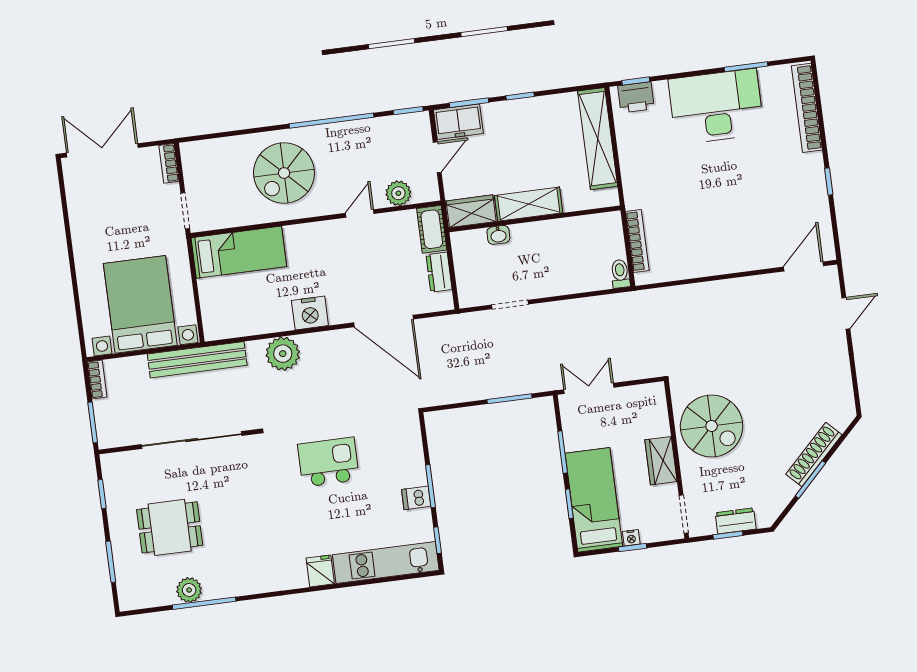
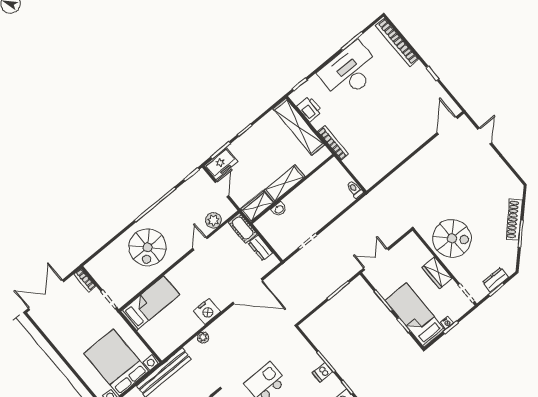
printer: (636, 97) -> (309, 109), moved, turned -90
bookcase: (637, 241) -> (333, 143), moved
plant: (283, 354) -> (203, 337), width x0.53, depth x0.53

